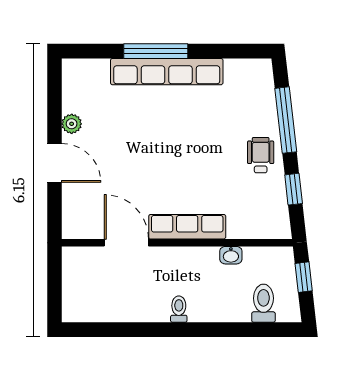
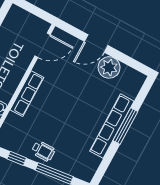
plant: (72, 124) -> (109, 67), width x1.88, depth x1.88
door: (126, 243) -> (42, 45), moved

